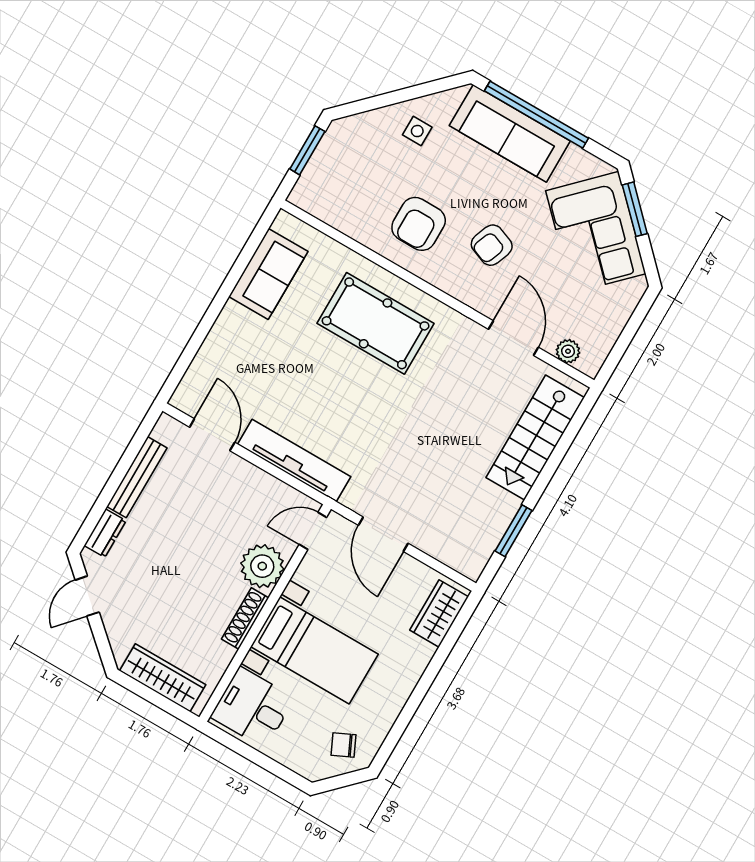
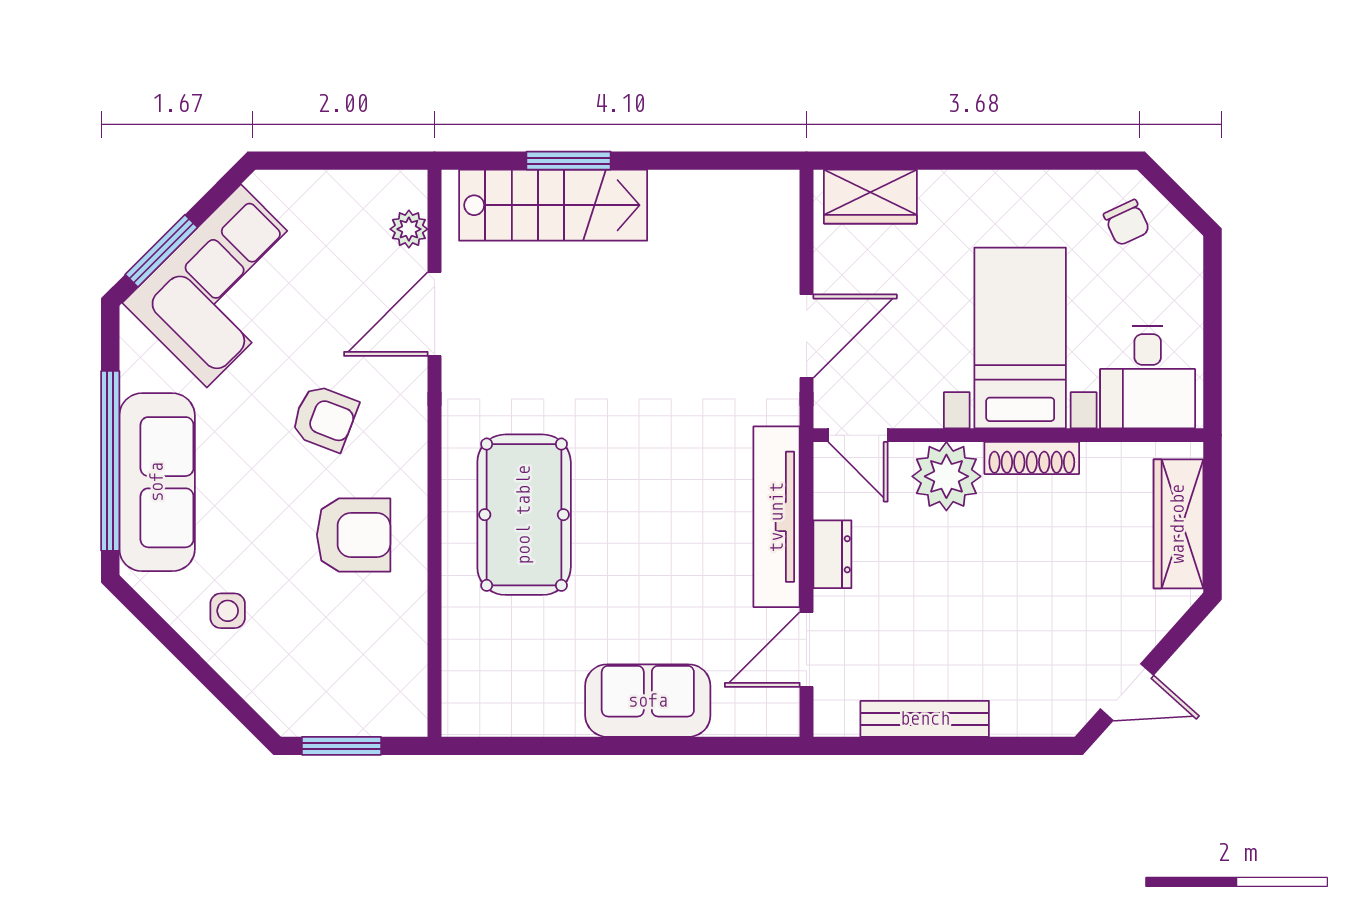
sofa: (268, 274) -> (648, 701), moved
window: (514, 531) -> (569, 161), moved
dresser: (105, 533) -> (832, 554), moved, turned 90

